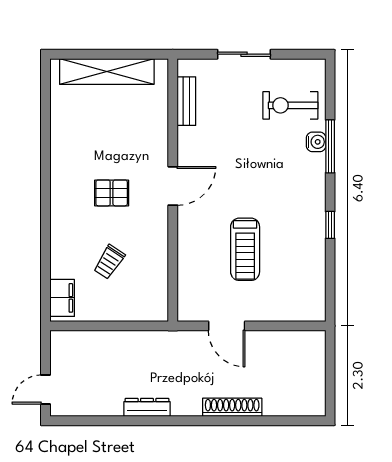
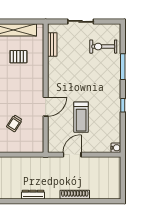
water cooler: (316, 142) -> (116, 148), moved
door: (173, 186) -> (46, 107), moved
pallet: (112, 193) -> (18, 57), moved
door: (227, 326) -> (72, 155), swing flipped

